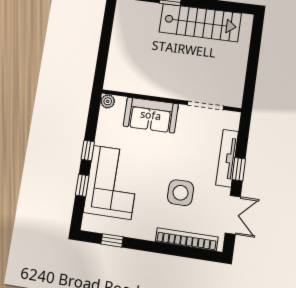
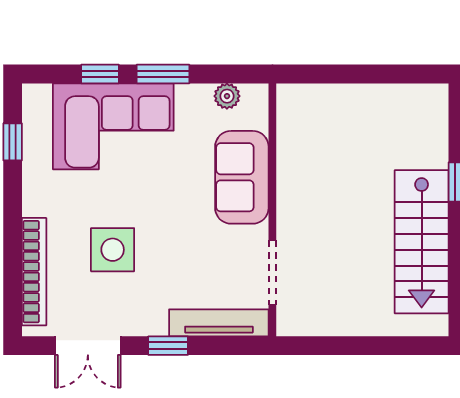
plant: (108, 101) -> (227, 96), moved
window: (88, 150) -> (163, 74), width x1.50
tv unit: (227, 158) -> (219, 323), moved

